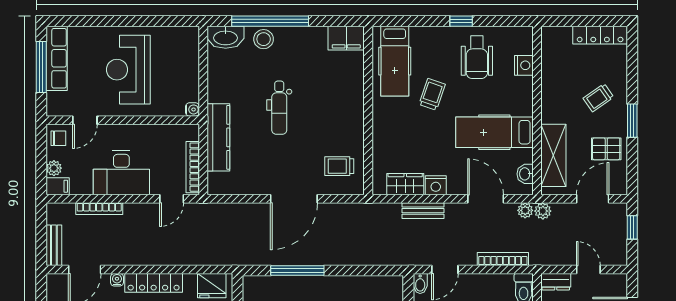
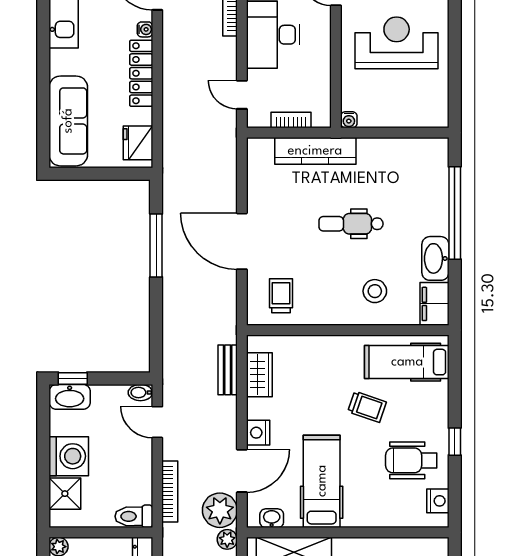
washbasin: (226, 37) -> (435, 258), moved
stool: (264, 39) -> (375, 291), moved
nightstand: (524, 65) -> (438, 501), moved, turned -90
bookcase: (193, 167) -> (291, 120), width x0.64
nightstand: (436, 185) -> (258, 433), moved
plant: (525, 210) -> (220, 510), width x1.87, depth x1.87
bench: (423, 211) -> (228, 370), moved

